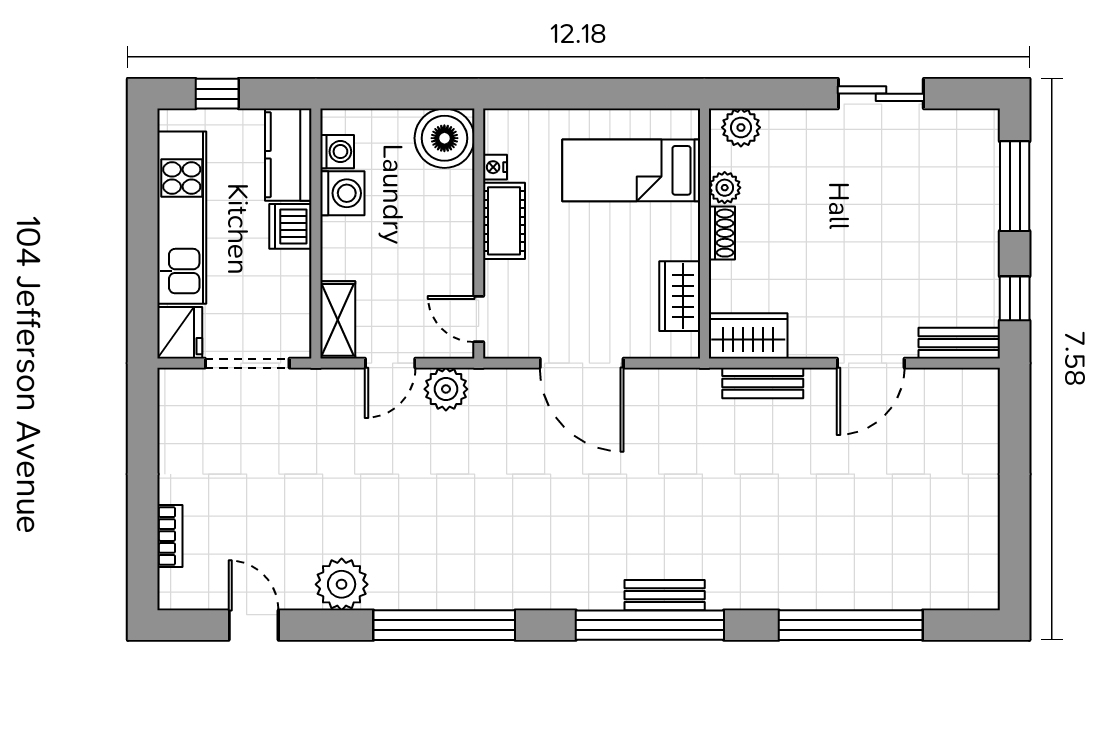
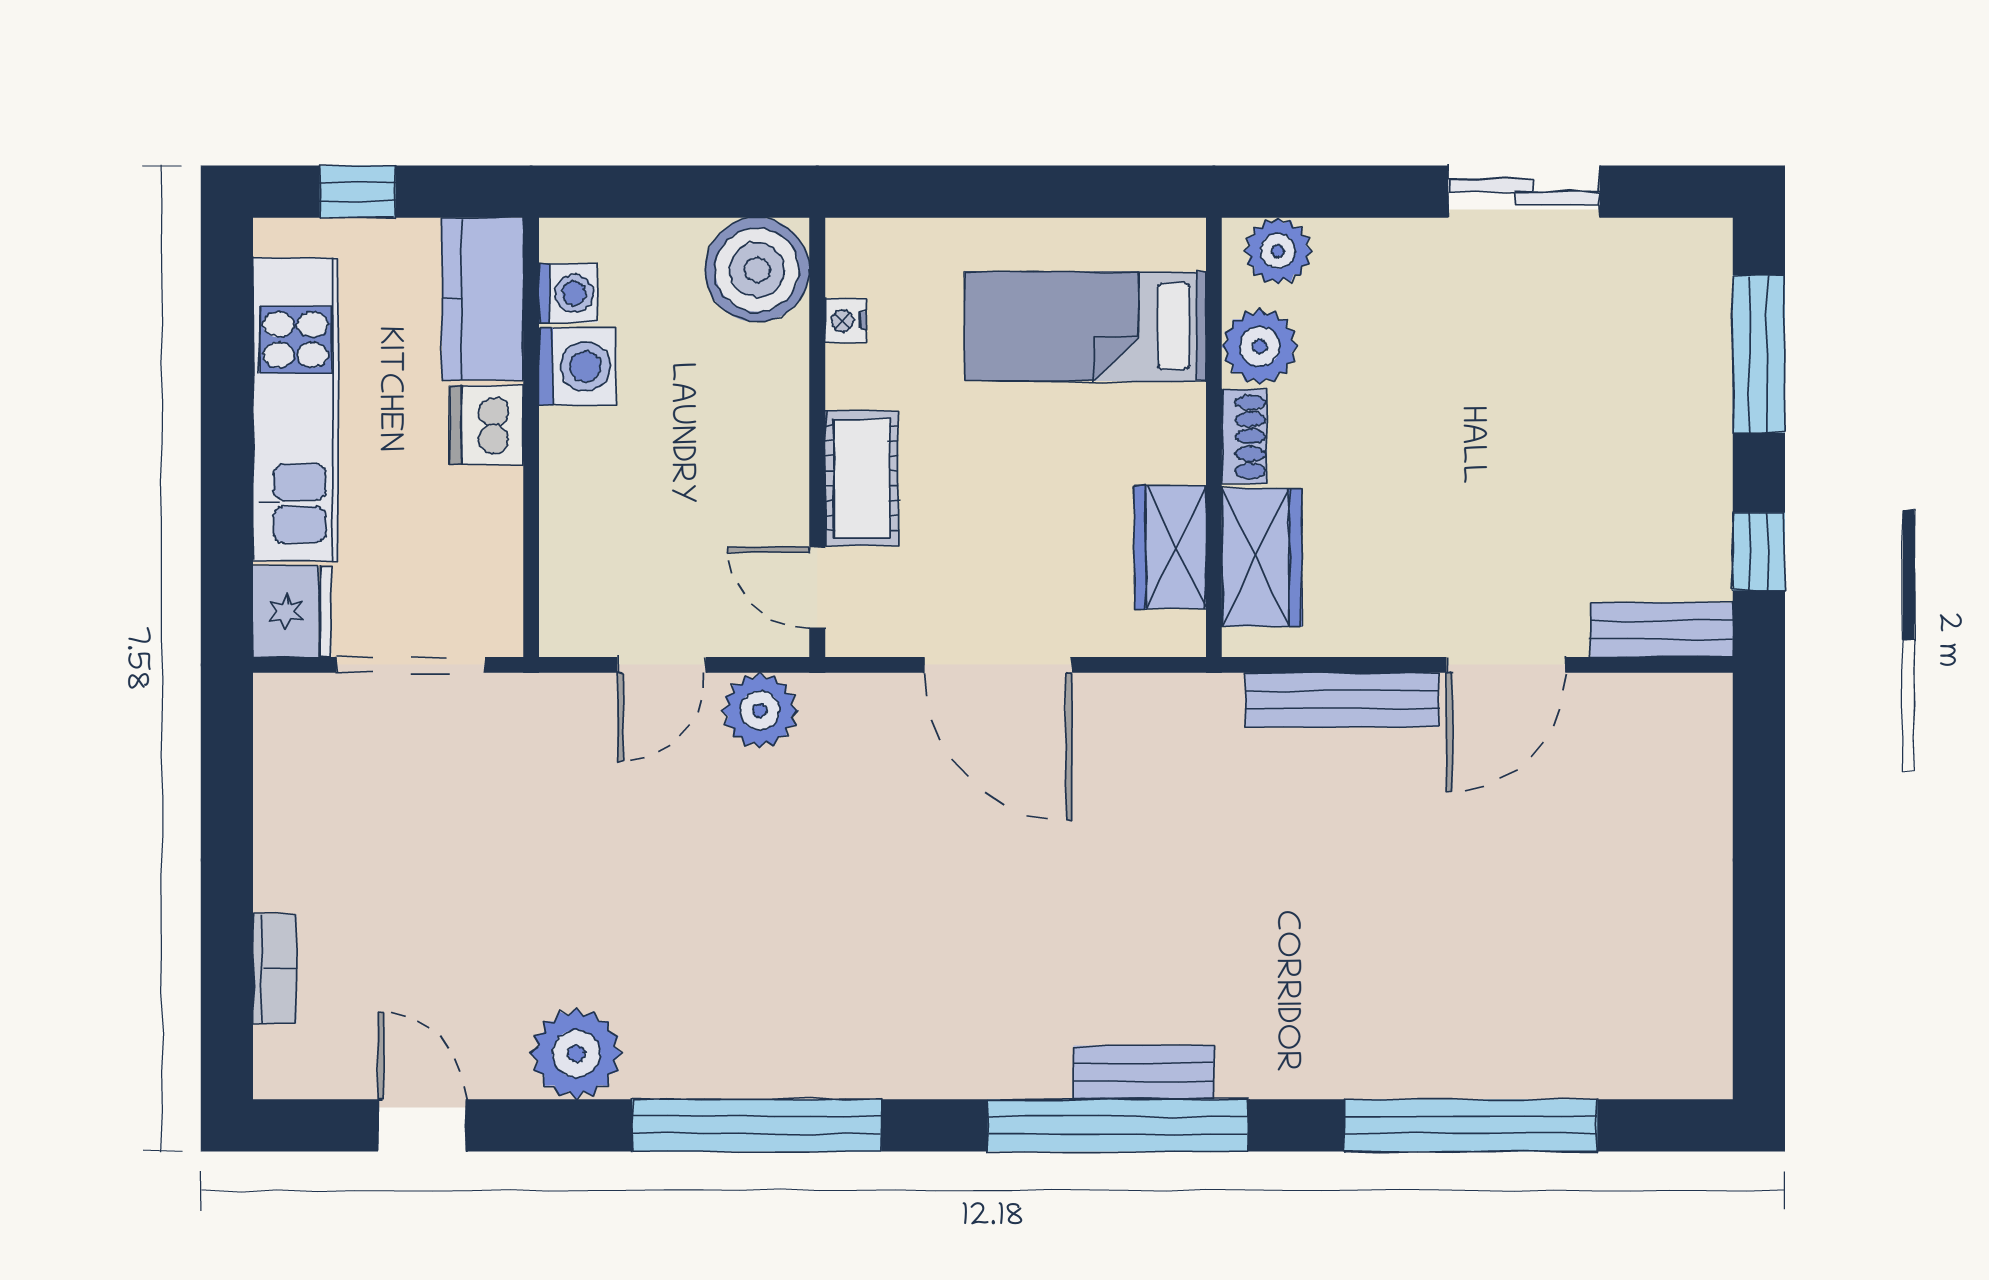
plant: (725, 188) -> (1260, 346), width x1.38, depth x1.38
cot: (504, 221) -> (862, 478), moved
shelving: (338, 320) -> (570, 589), removed
wardrobe: (748, 336) -> (1262, 557), moved, turned 90
bench: (763, 383) -> (1342, 700), width x1.36

